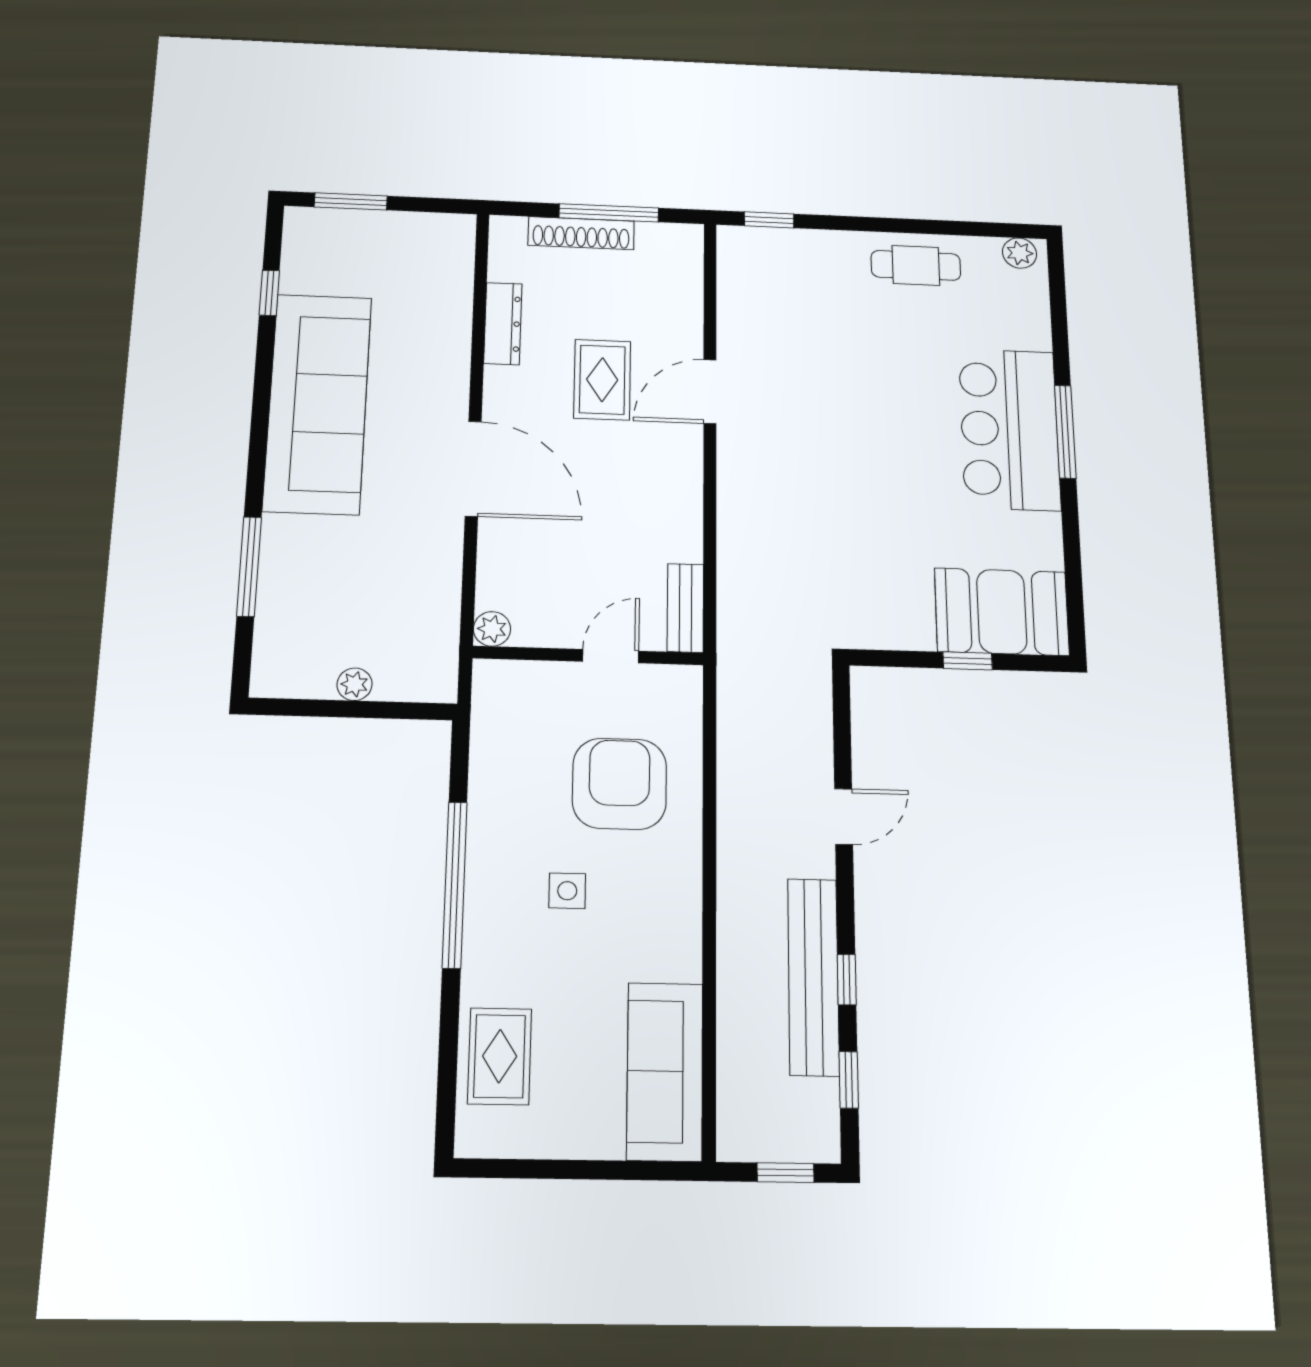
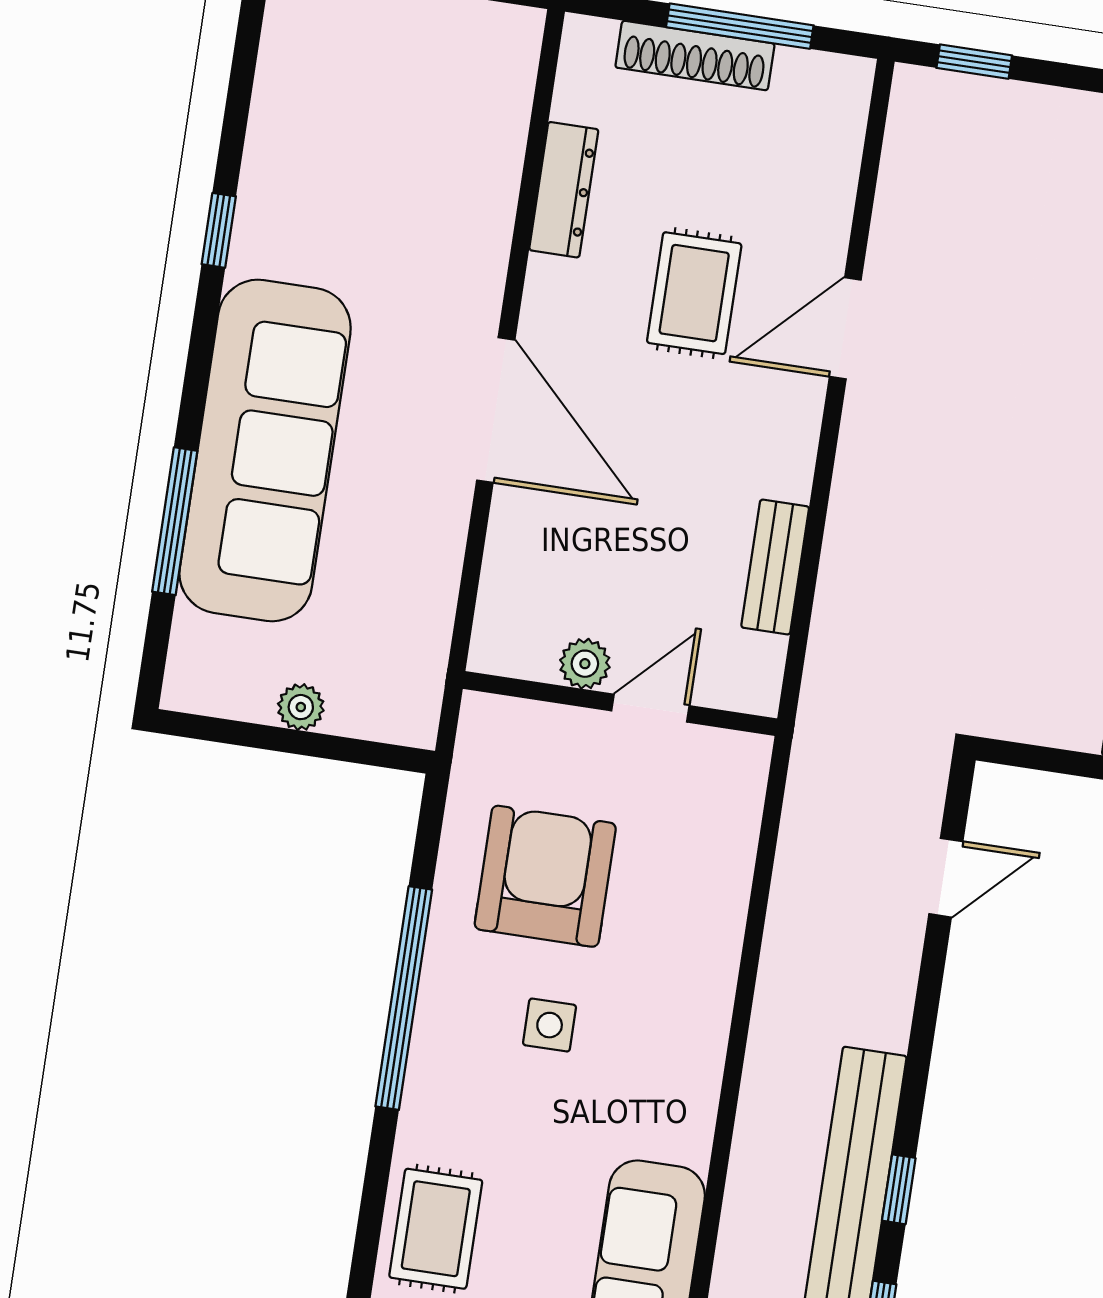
window: (269, 293) -> (219, 230), moved
sofa: (318, 403) -> (265, 450), moved
bench: (685, 608) -> (775, 567), moved
plant: (492, 629) -> (585, 664), moved
armchair: (619, 784) -> (545, 876), moved
door: (844, 817) -> (946, 878), moved

